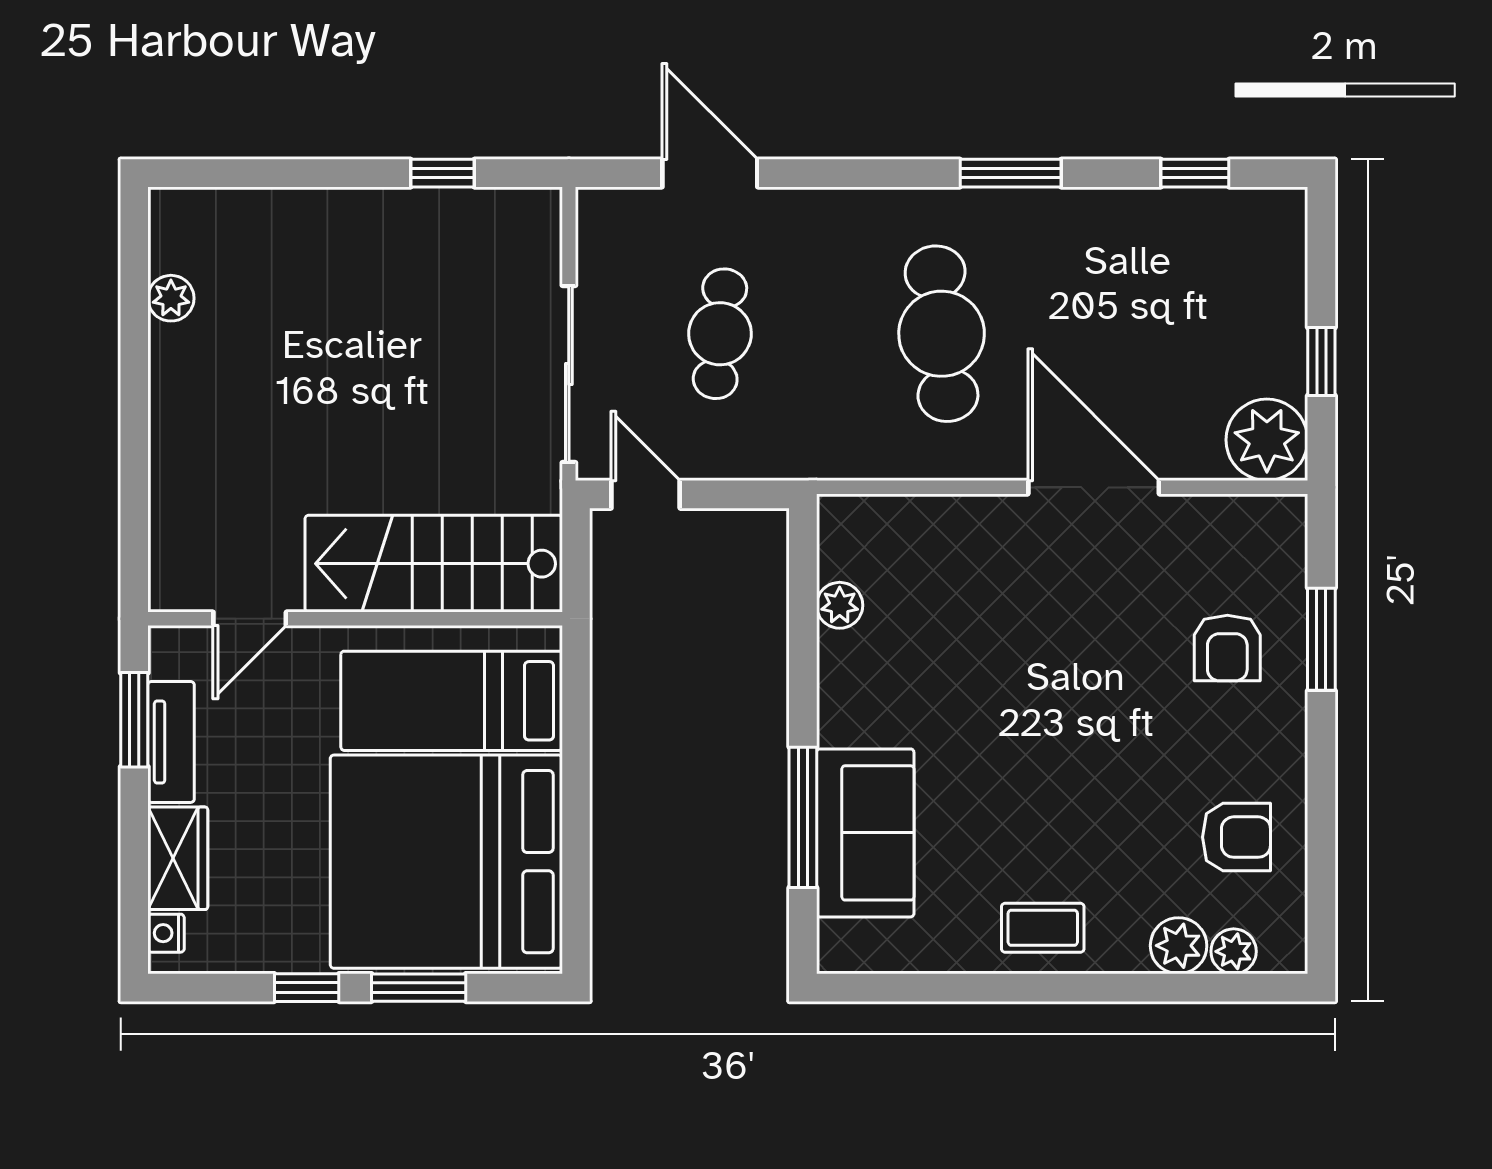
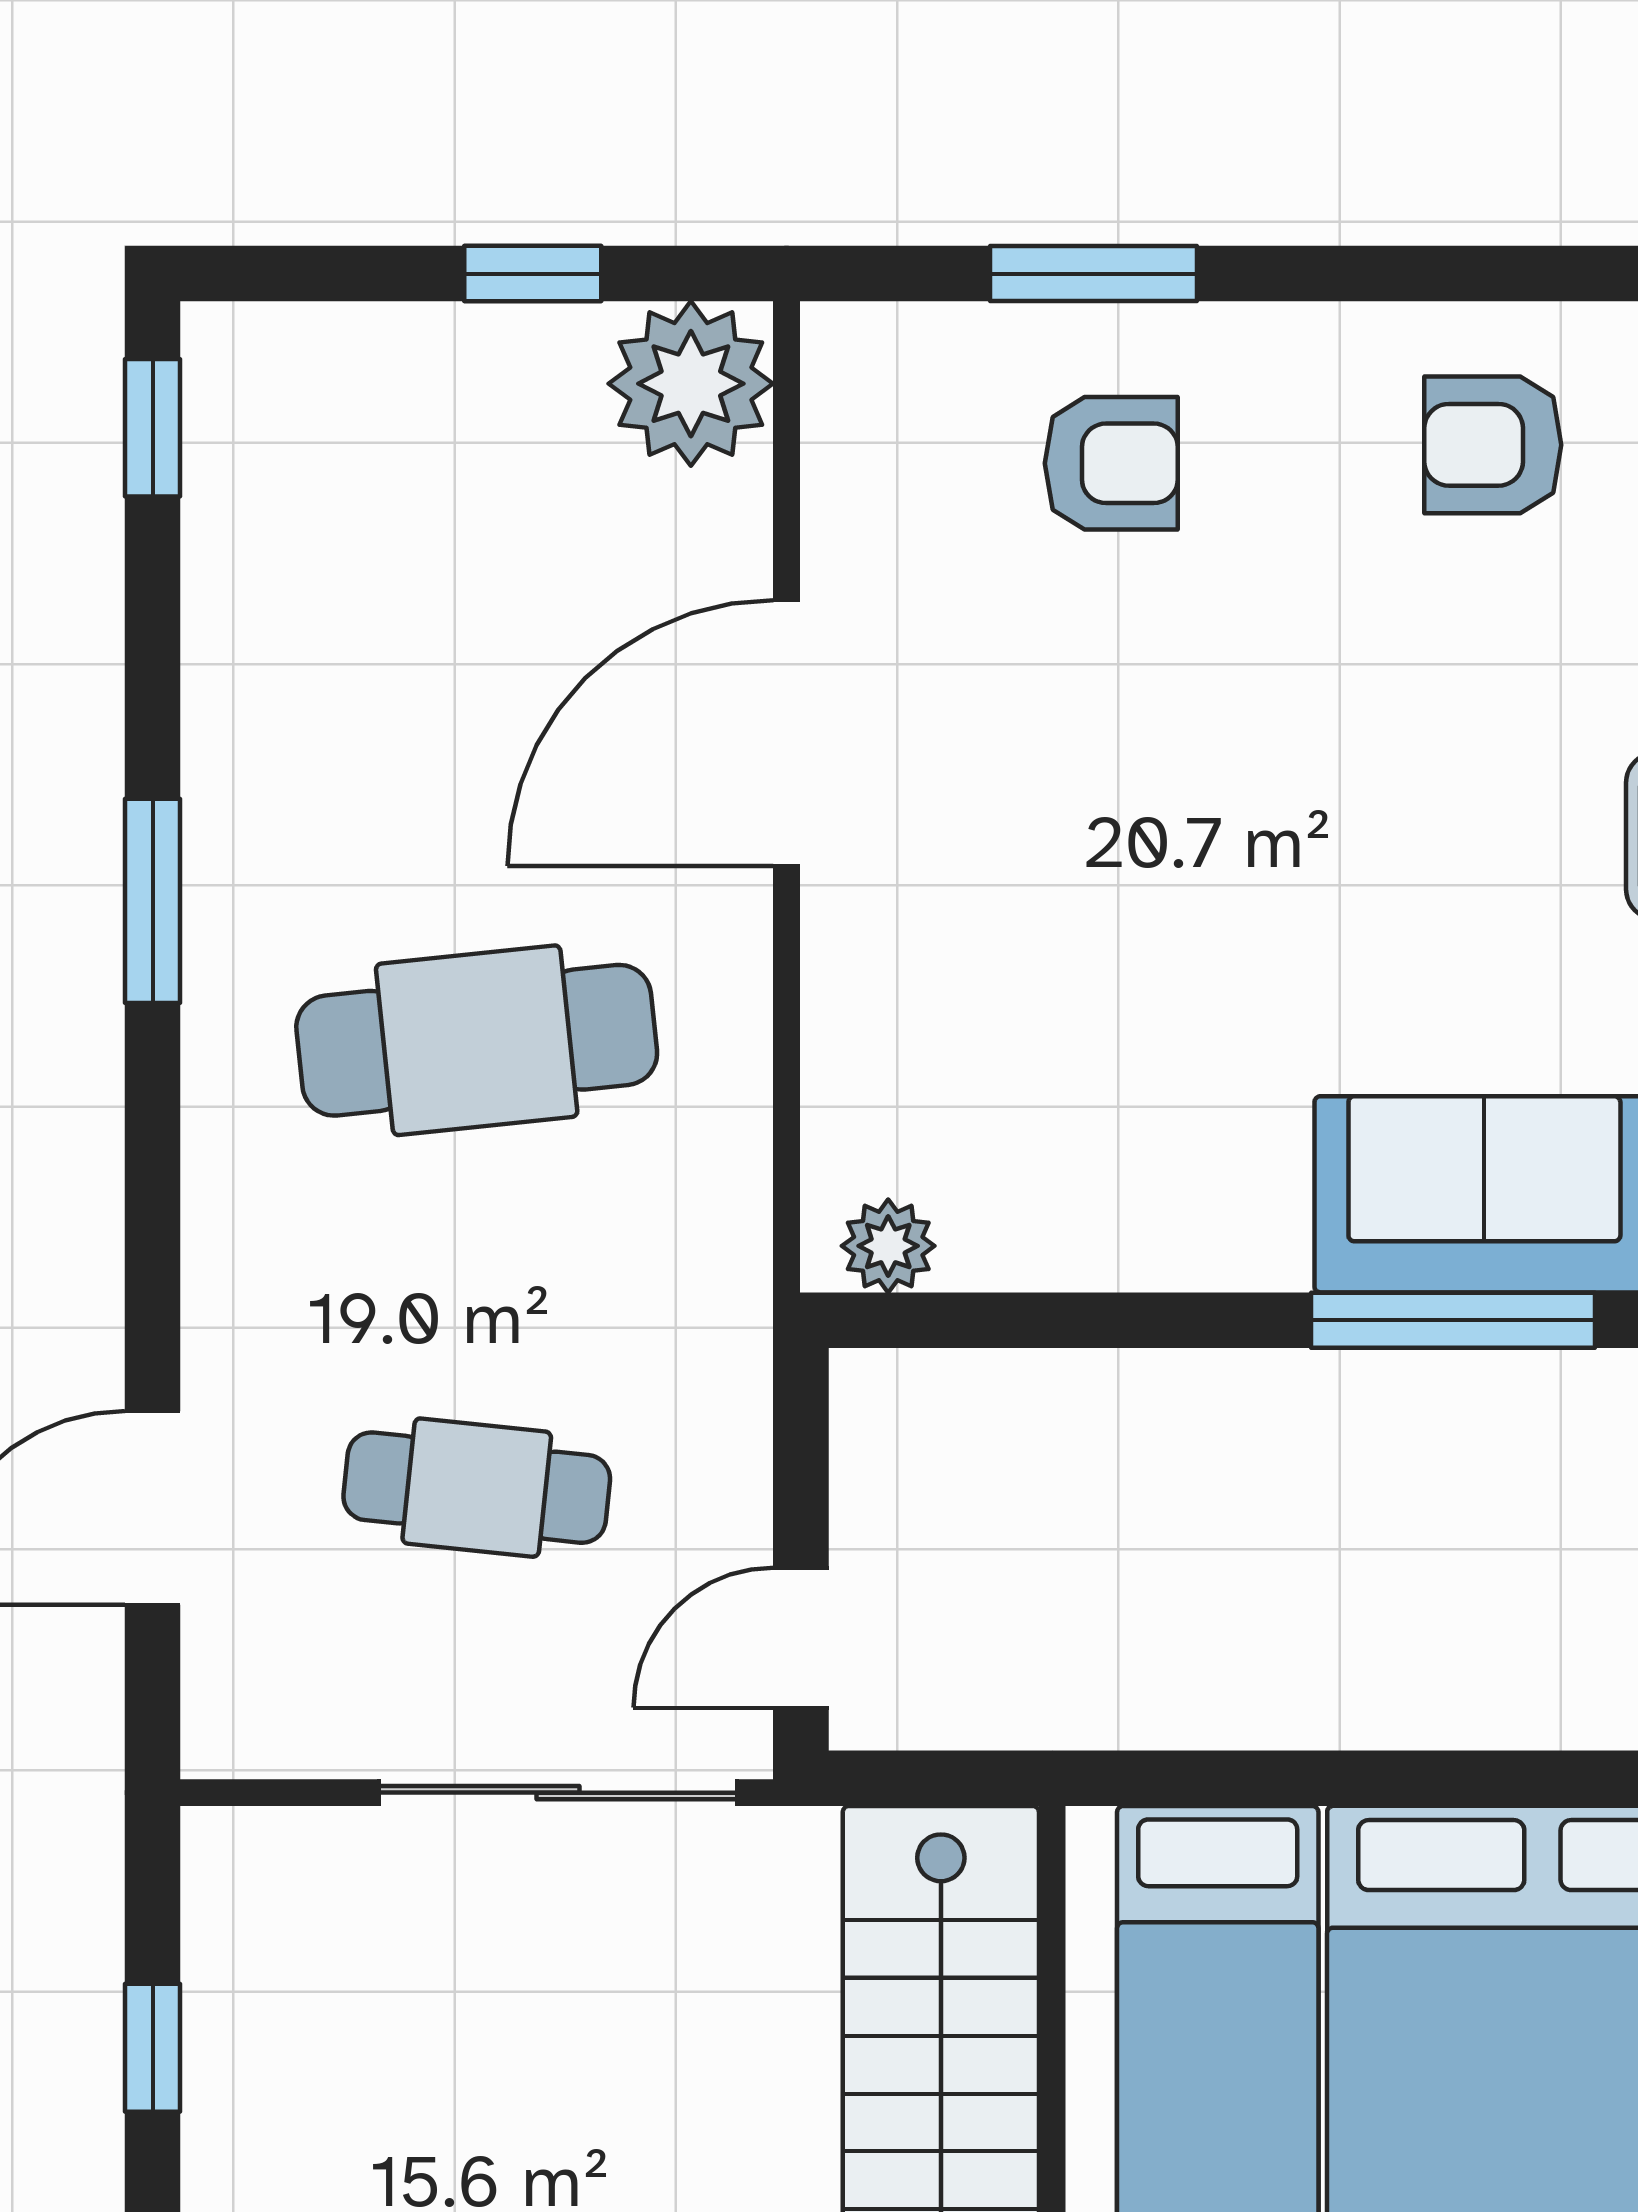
window: (1195, 173) -> (153, 428), moved
plant: (840, 605) -> (888, 1246), moved
armchair: (1236, 837) -> (1493, 445), turned -90

